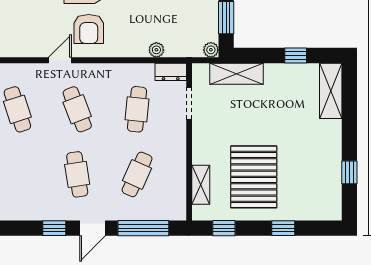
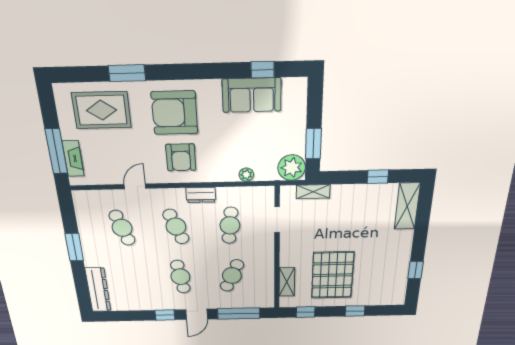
plant: (211, 50) -> (292, 168), width x1.88, depth x1.88
door: (60, 60) -> (135, 186), moved
dresser: (171, 72) -> (201, 195), moved
shelving: (237, 74) -> (313, 192), width x0.67, depth x0.75

